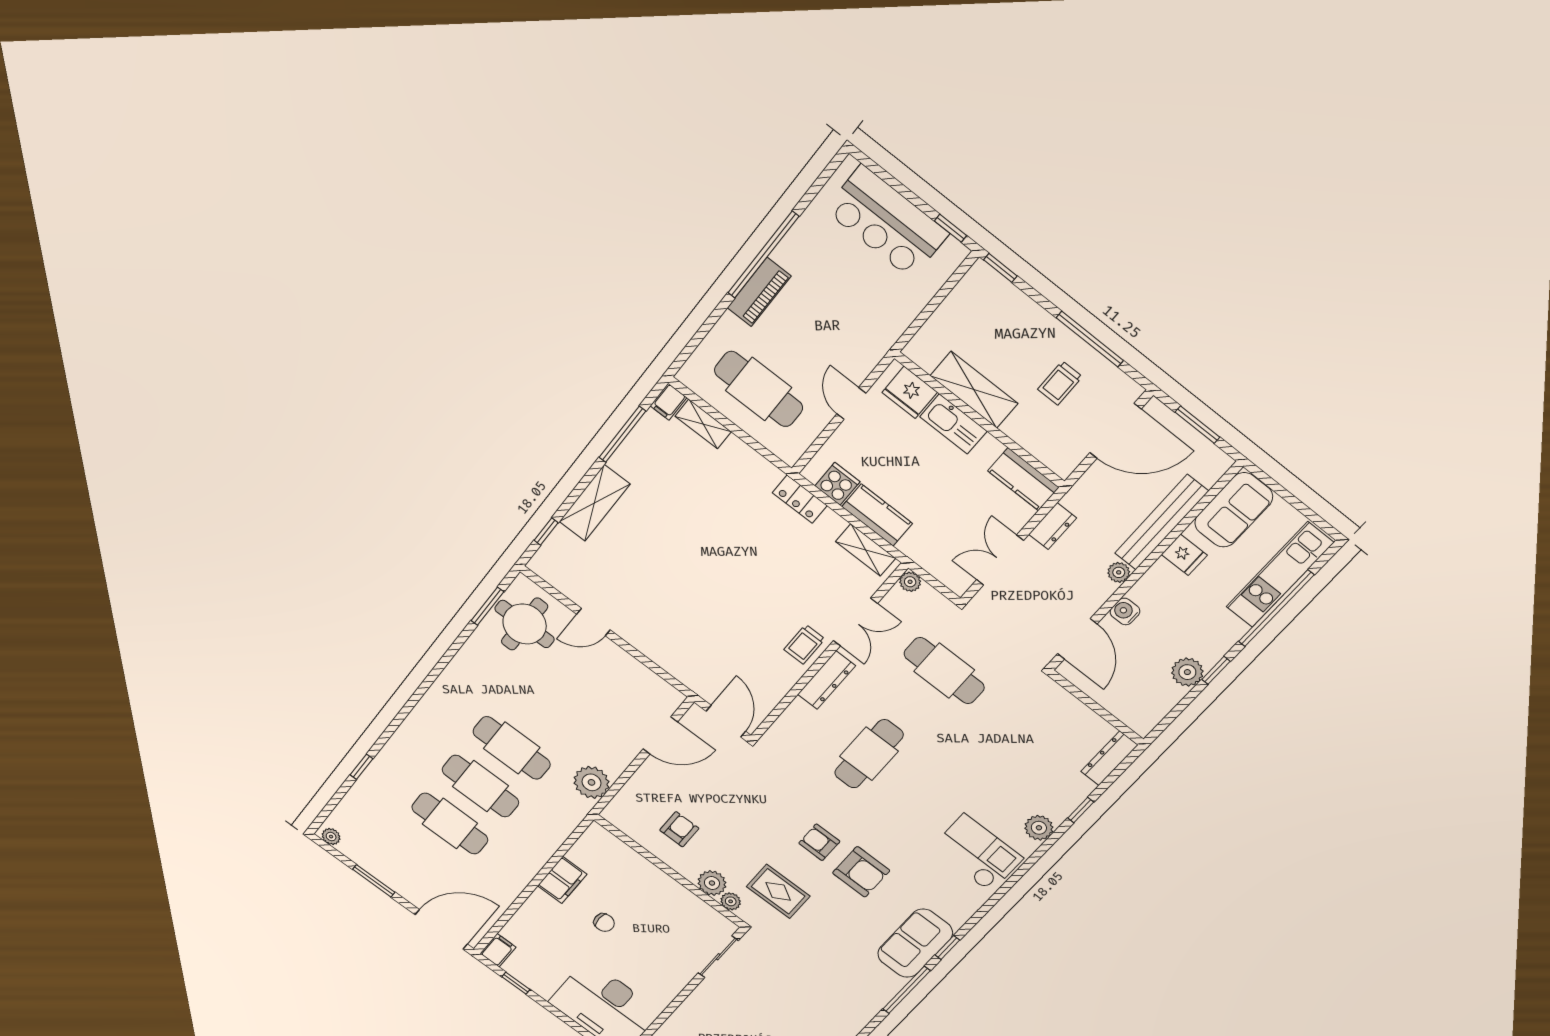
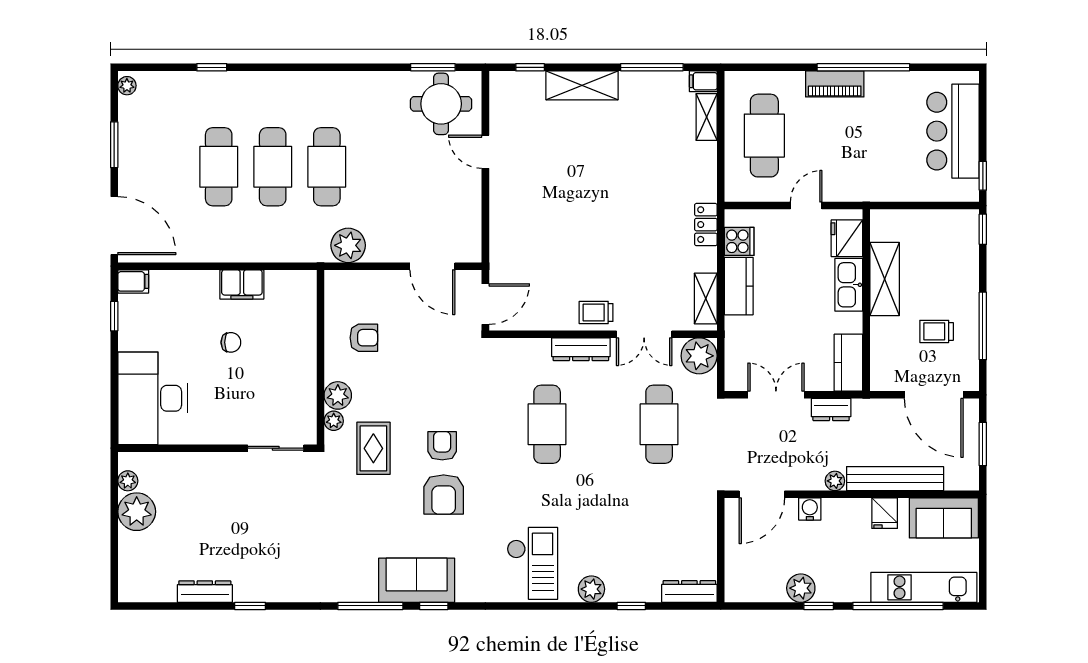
plant: (910, 582) -> (699, 356), width x1.87, depth x1.87
cafe table: (869, 754) -> (547, 424), turned 90
chair: (604, 923) -> (231, 342), turned -90

